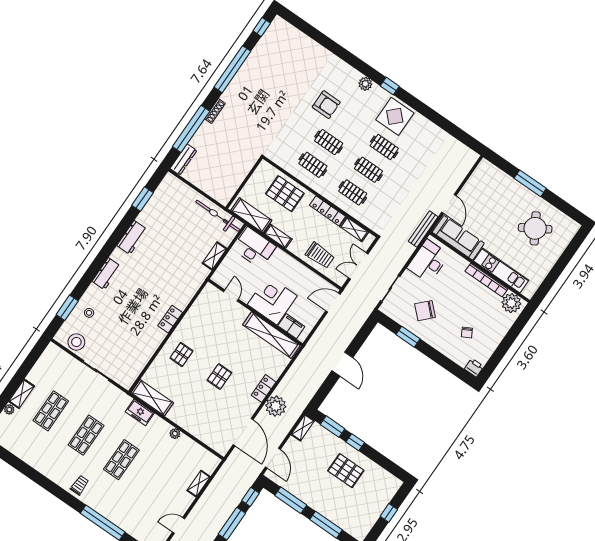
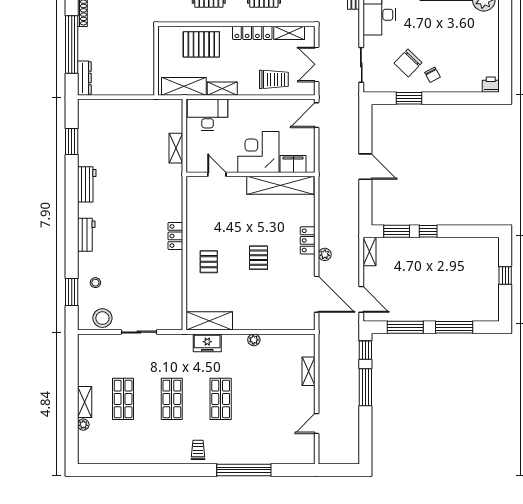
bicycle: (218, 216) -> (153, 109), removed
chair: (467, 333) -> (432, 75), moved
plant: (276, 406) -> (325, 254), width x0.53, depth x0.53
pallet: (346, 471) -> (438, 264), removed

